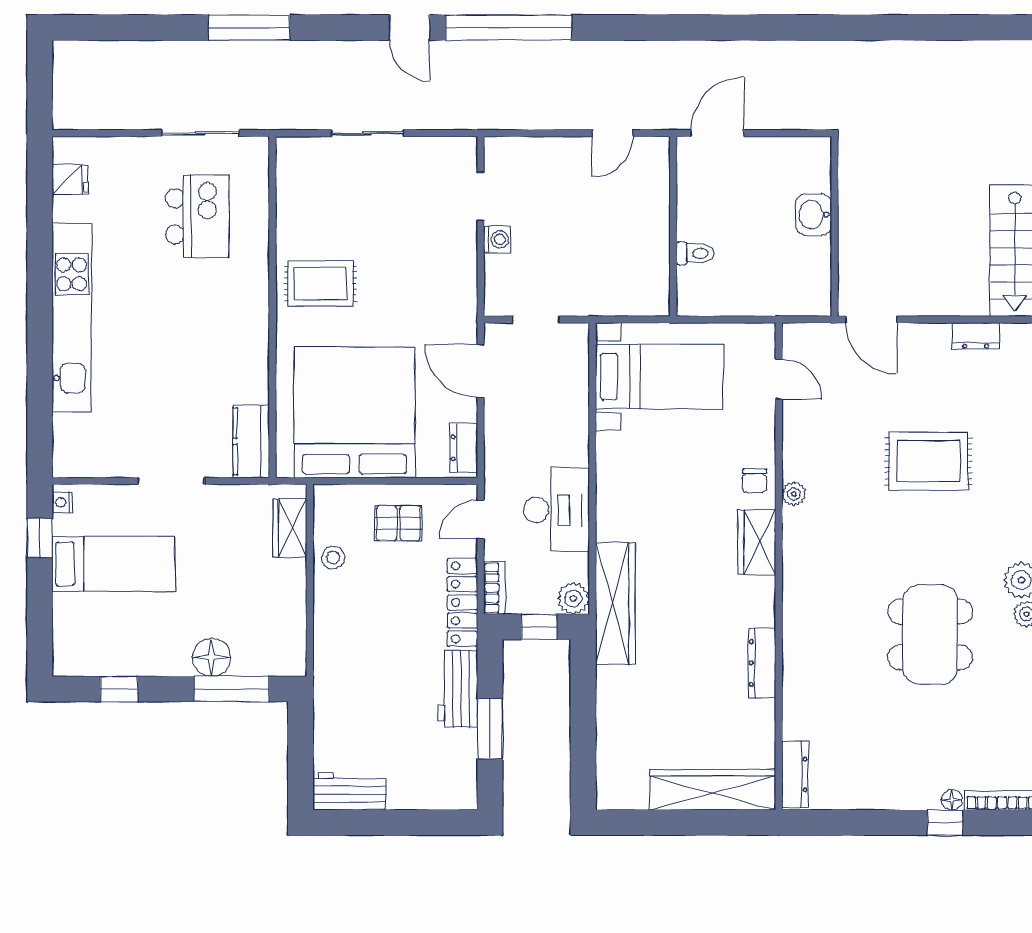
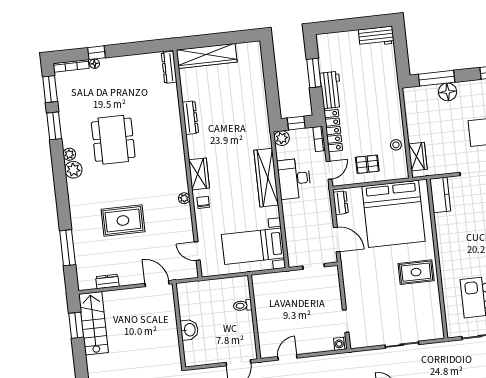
washing machine: (497, 240) -> (340, 344), moved
wardrobe: (615, 604) -> (266, 178), moved

